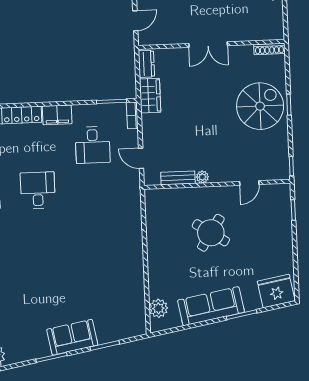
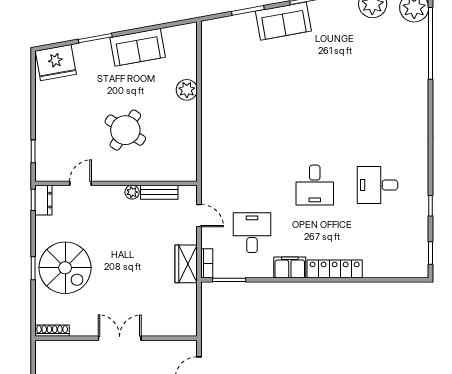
dresser: (146, 64) -> (43, 200), moved, turned 180
wardrobe: (150, 96) -> (186, 264), moved
spiral stairs: (260, 106) -> (65, 268), turned -90
sofa: (211, 306) -> (138, 47), width x0.73
plant: (158, 308) -> (187, 90), moved

